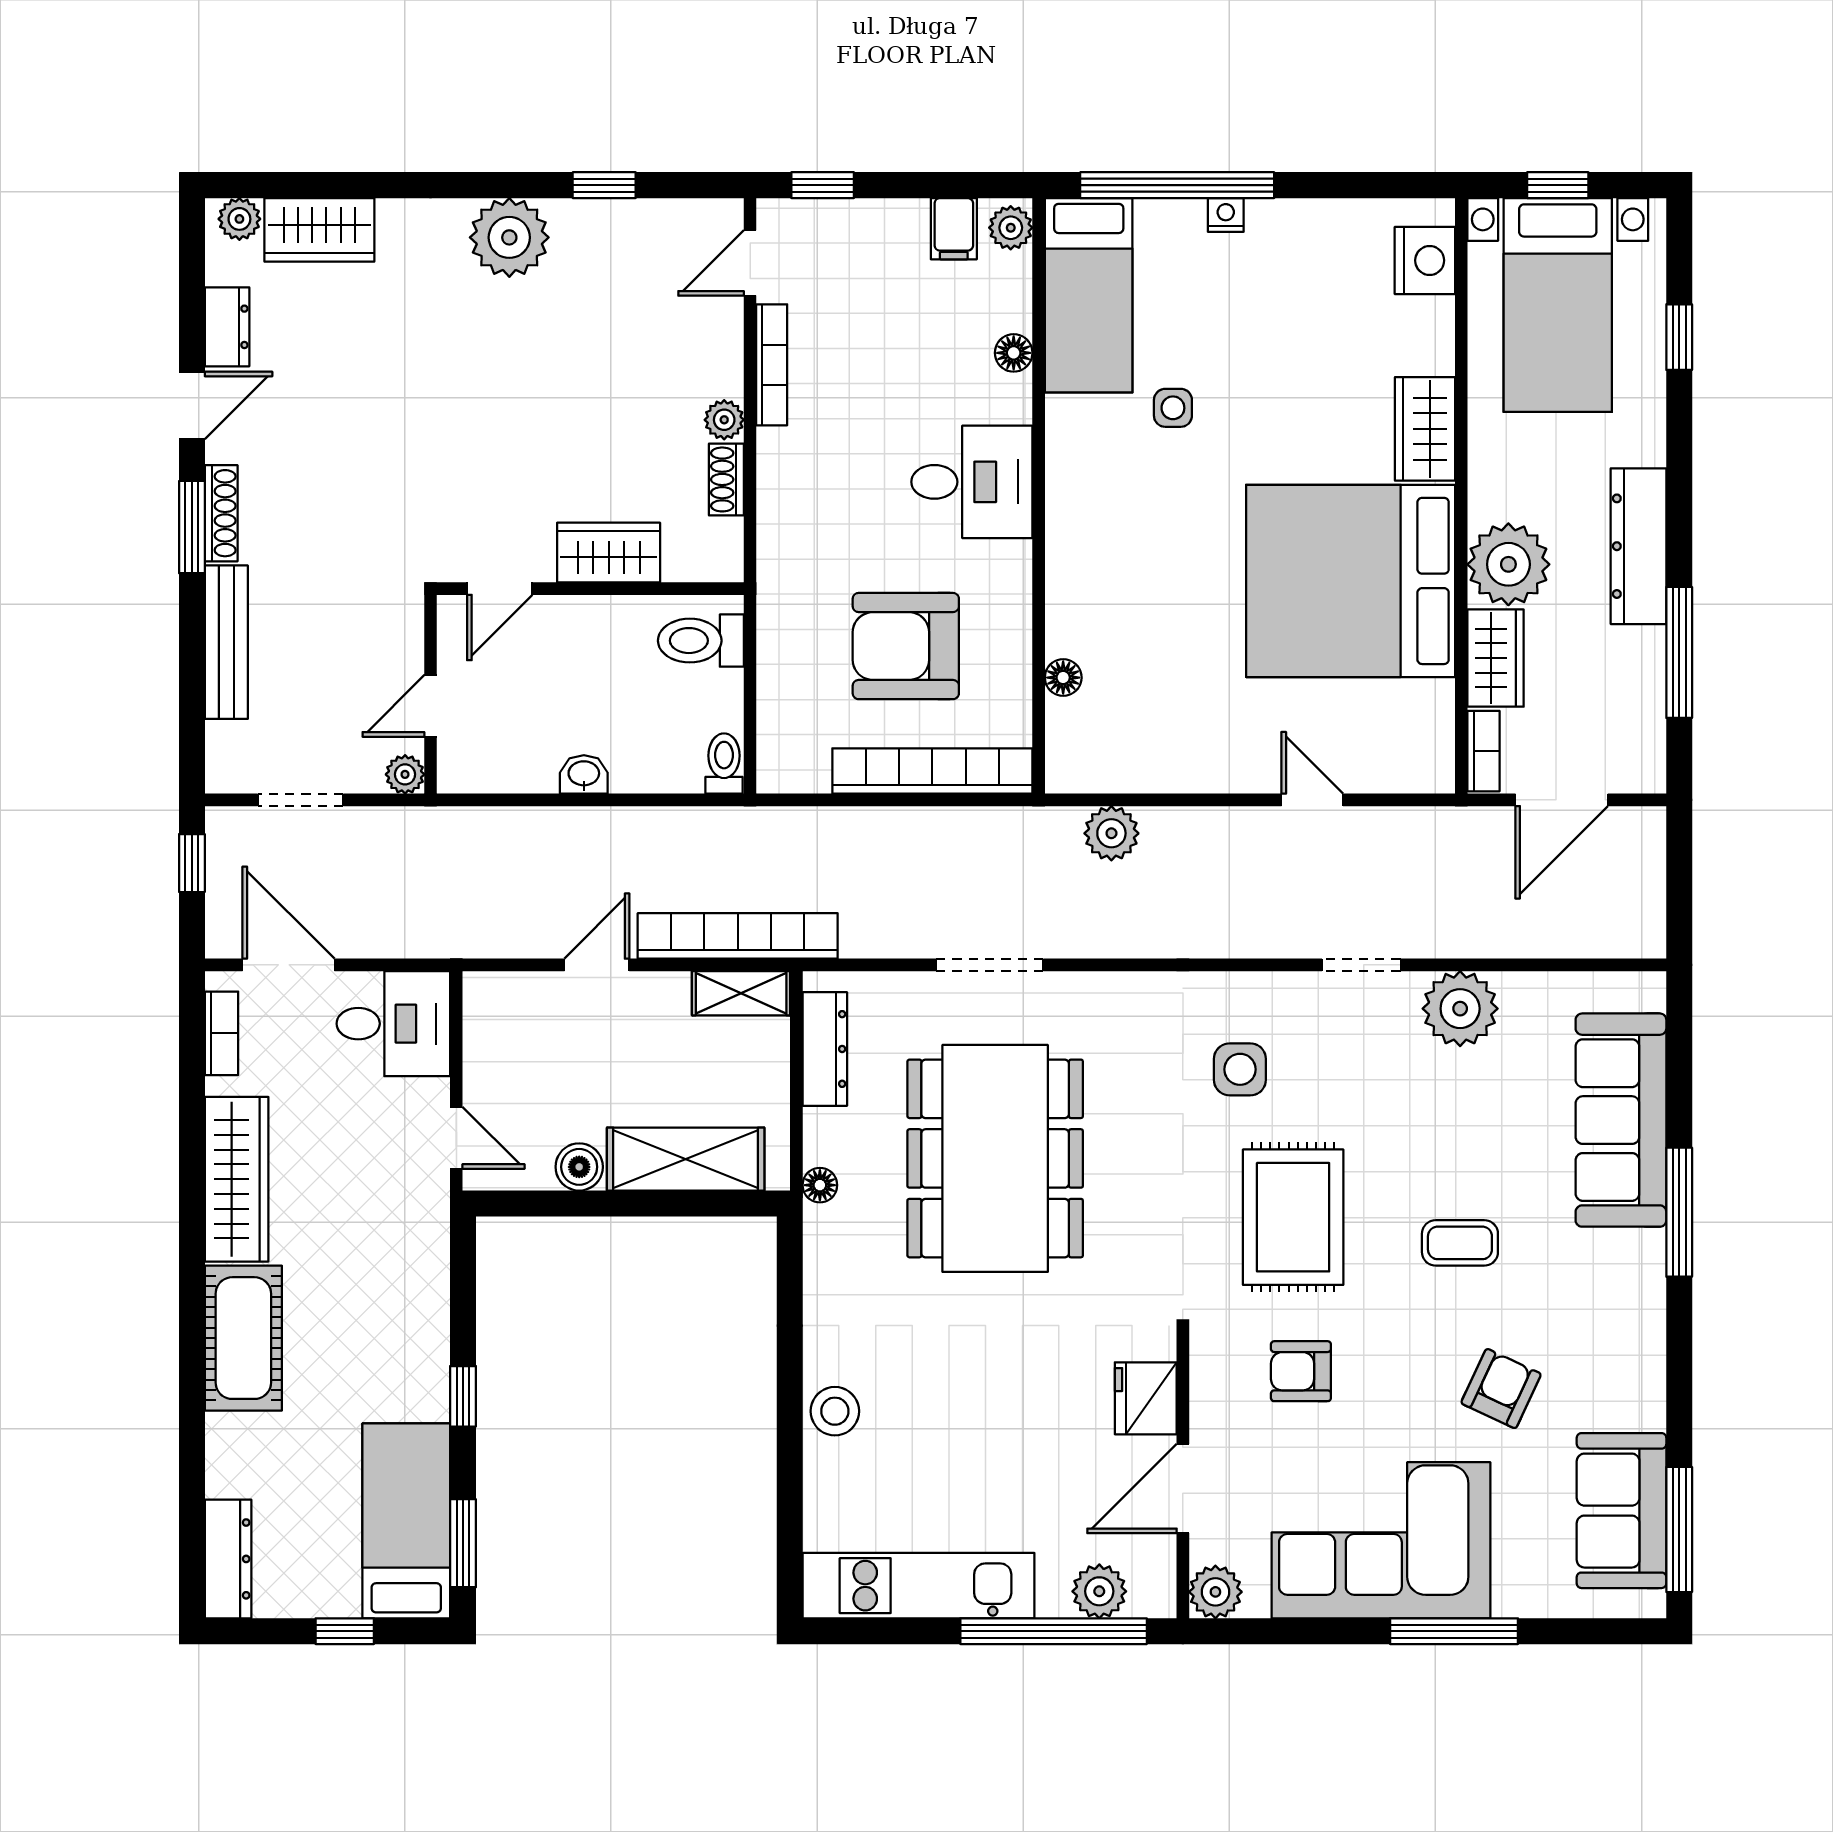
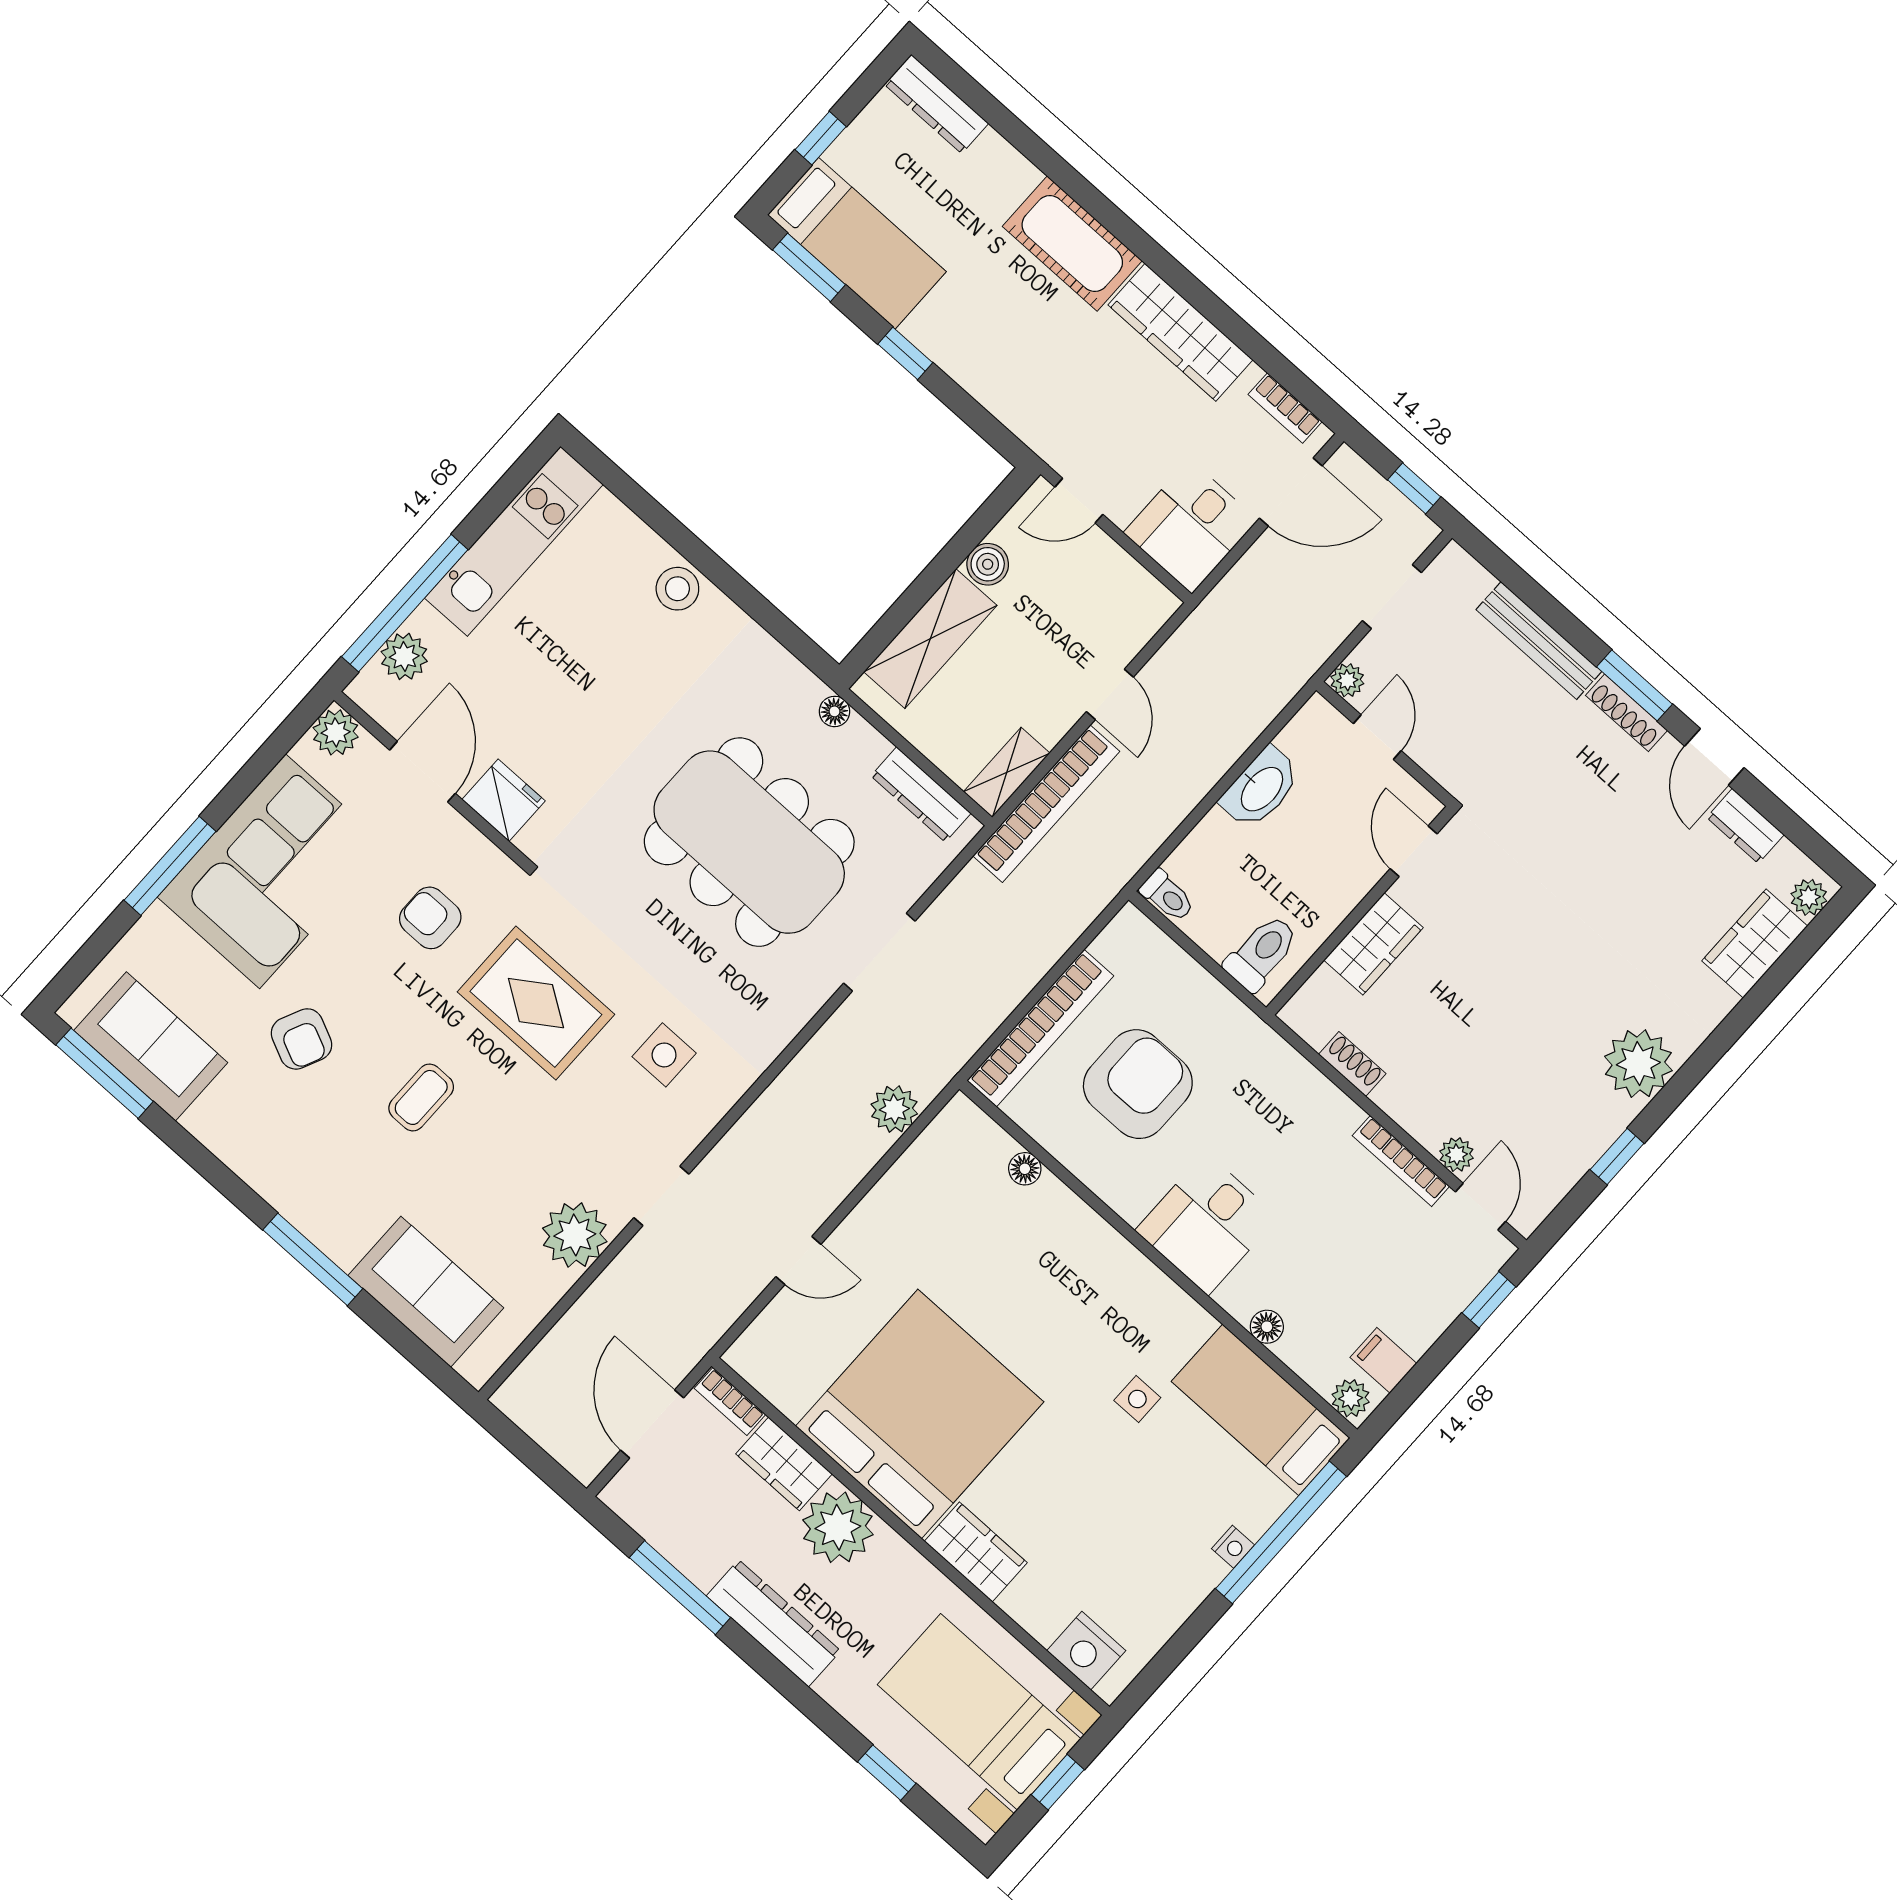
plant: (724, 420) -> (1456, 1155), moved
washbasin: (584, 774) -> (1261, 788), width x1.91, depth x1.45
sofa: (1621, 1120) -> (426, 1292), width x0.73
armchair: (1301, 1371) -> (430, 918), turned -90

